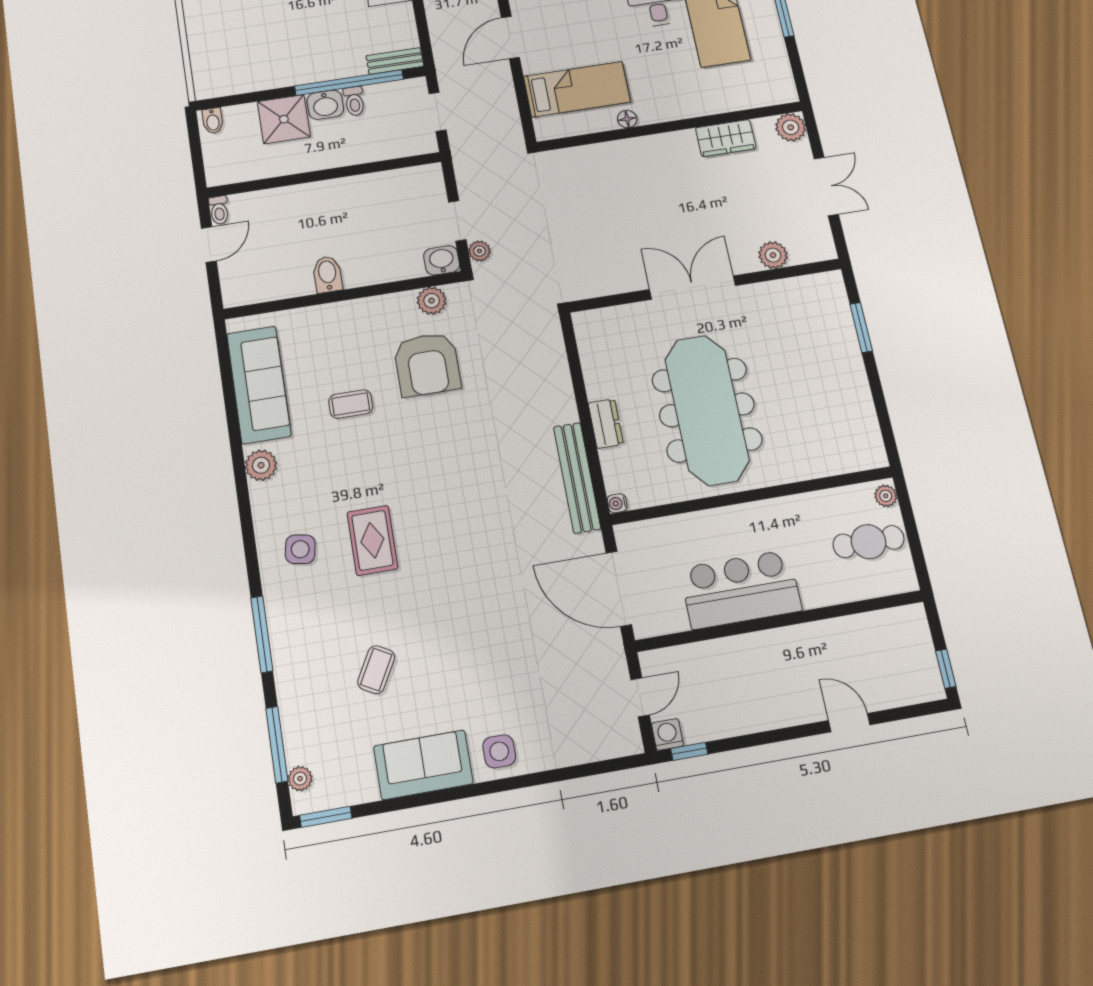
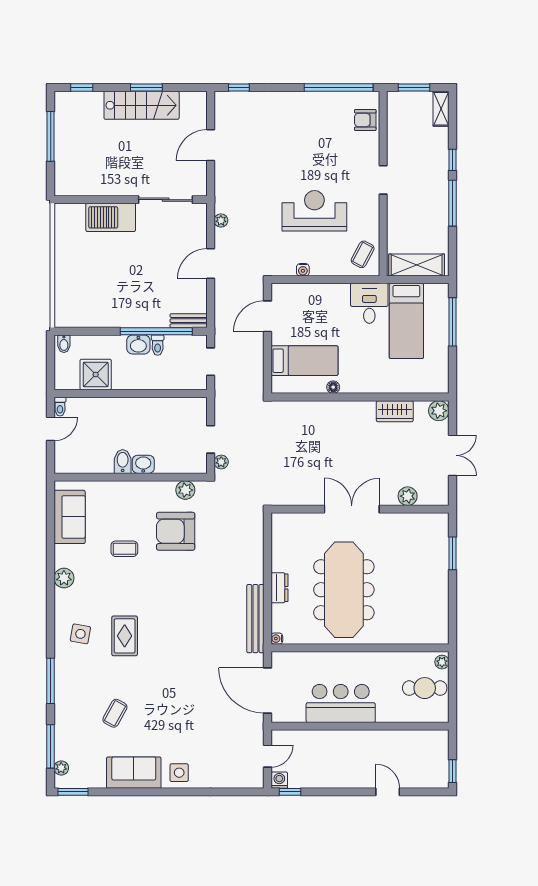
shower: (284, 119) -> (96, 374), moved
washbasin: (442, 260) -> (143, 464), moved
armchair: (427, 364) -> (176, 531), turned 90
sofa: (259, 385) -> (70, 517), width x0.73

